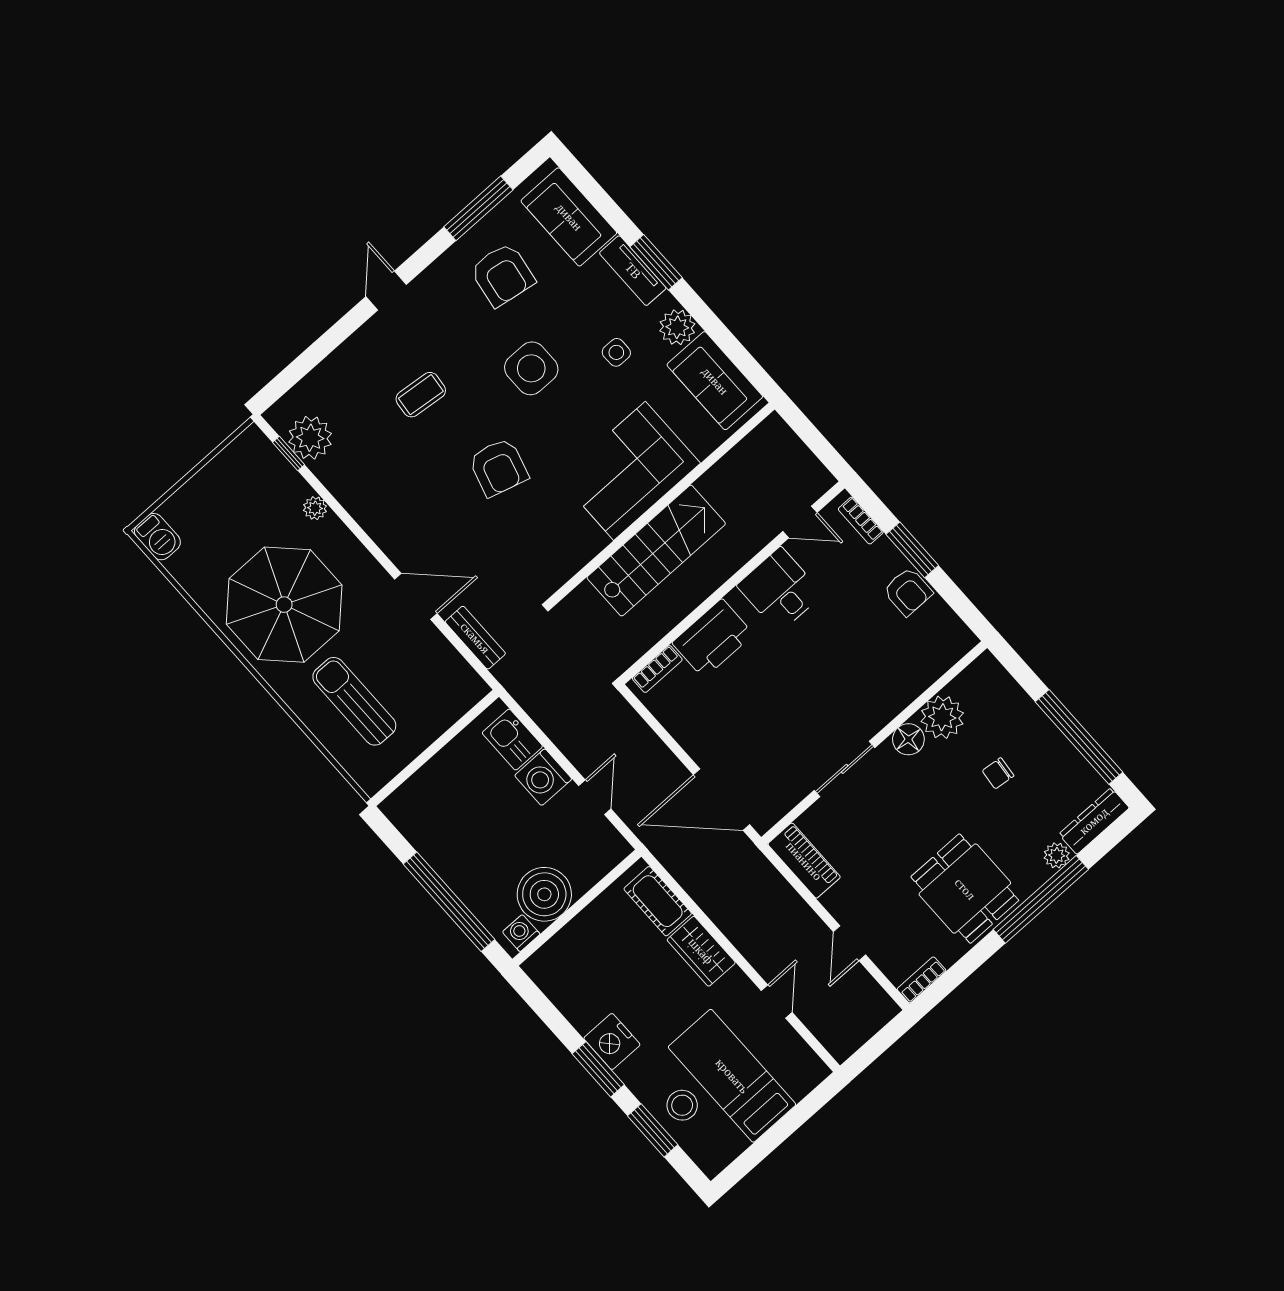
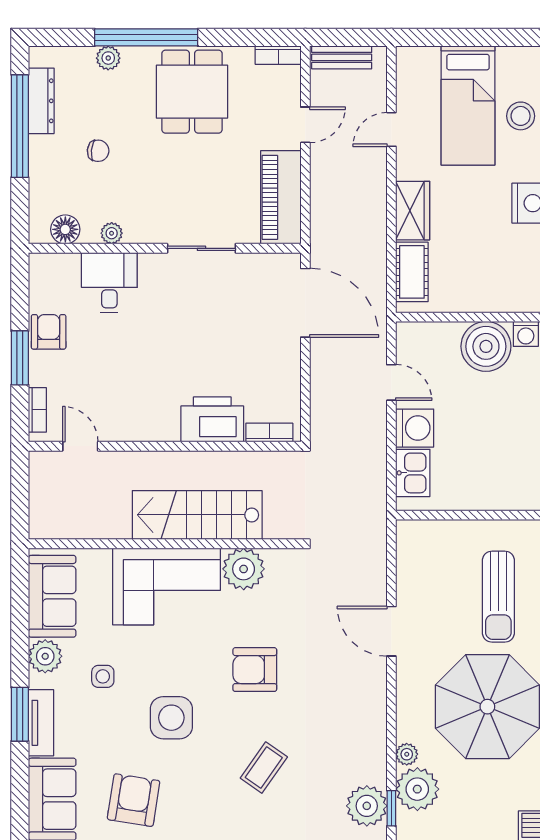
coffee table: (421, 395) -> (264, 768), turned -61
armchair: (499, 467) -> (255, 670), turned -106
plant: (281, 488) -> (417, 789), added
plant: (580, 540) -> (244, 569), added
desk: (780, 590) -> (109, 283), moved, turned 180
bench: (475, 638) -> (342, 57), moved, turned 90
plant: (942, 717) -> (112, 233), width x0.53, depth x0.53
floor lamp: (908, 739) -> (65, 229), moved
door: (595, 797) -> (391, 382), swing flipped
dresser: (1094, 821) -> (41, 101), moved, turned -90
piano: (804, 861) -> (281, 197), width x1.37, depth x1.33

